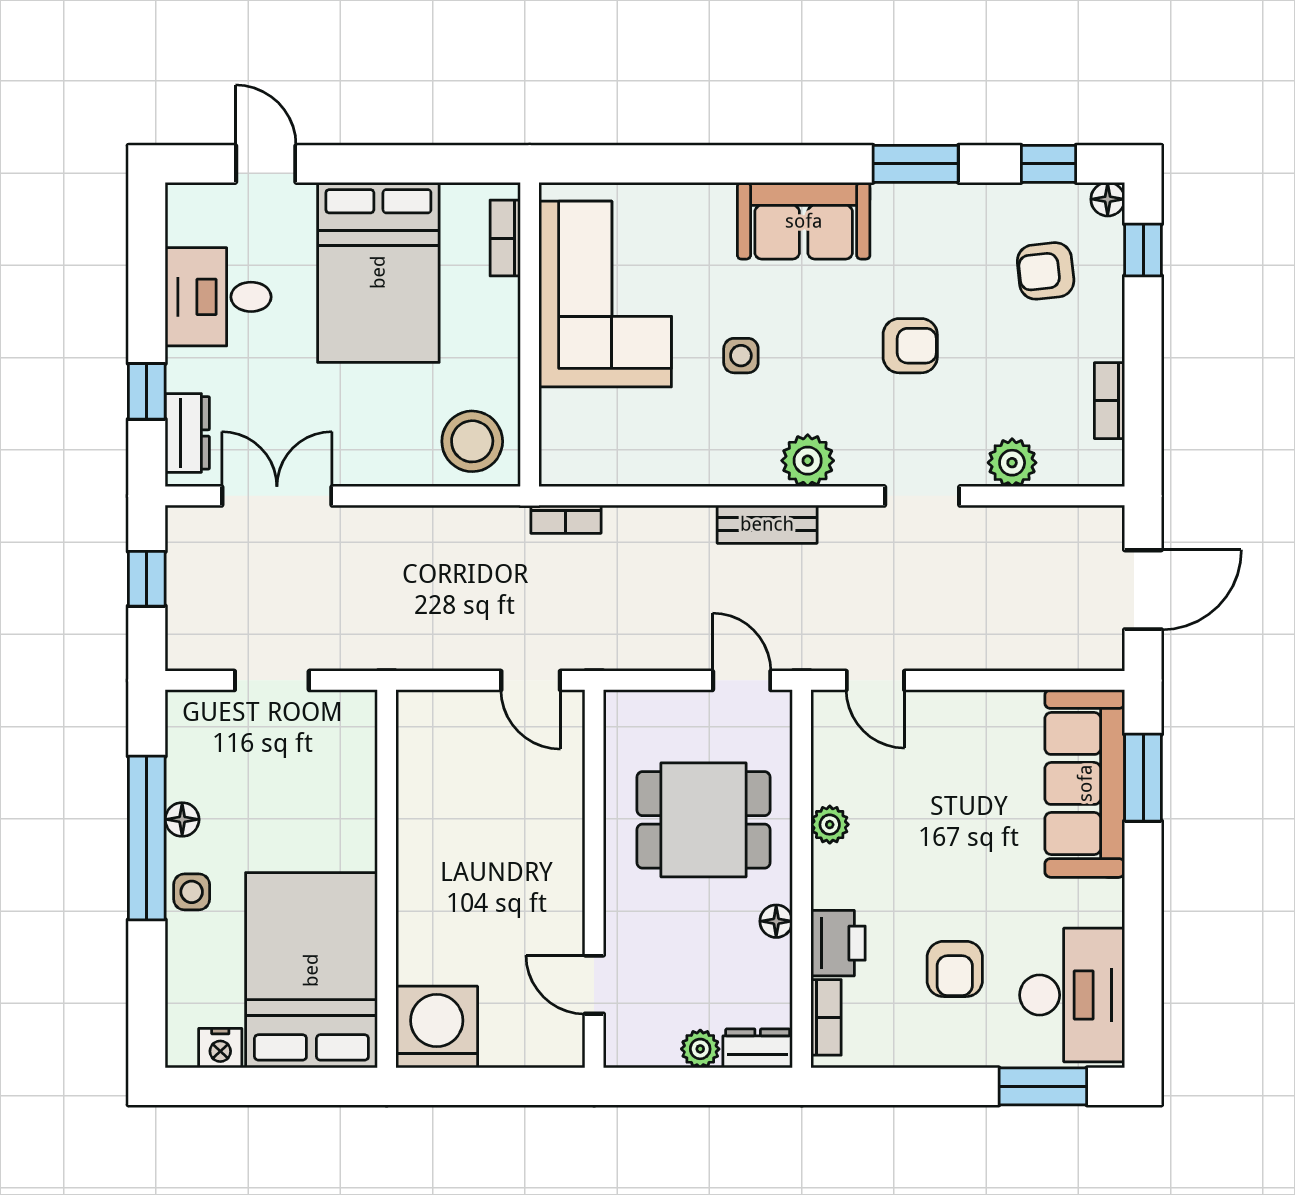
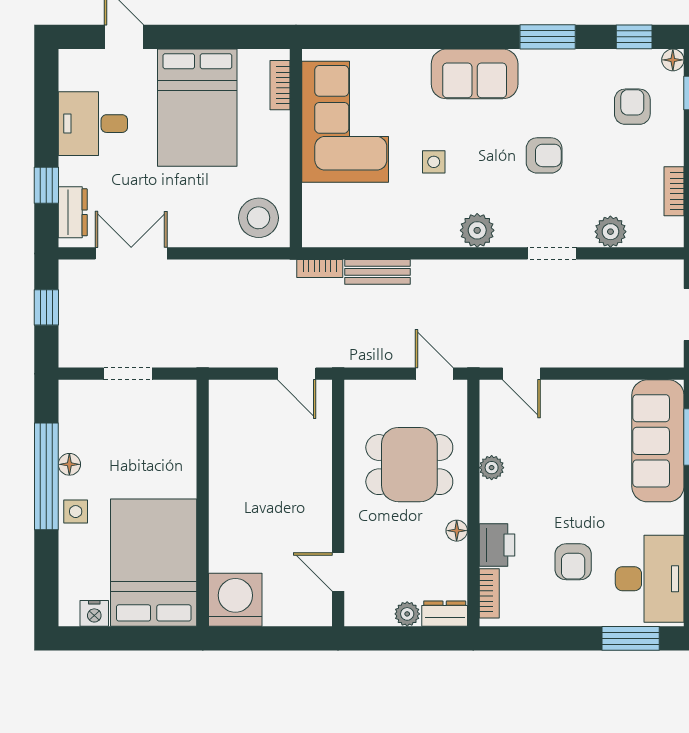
armchair: (1046, 271) -> (632, 107), turned 96
bench: (767, 524) -> (378, 272), moved

